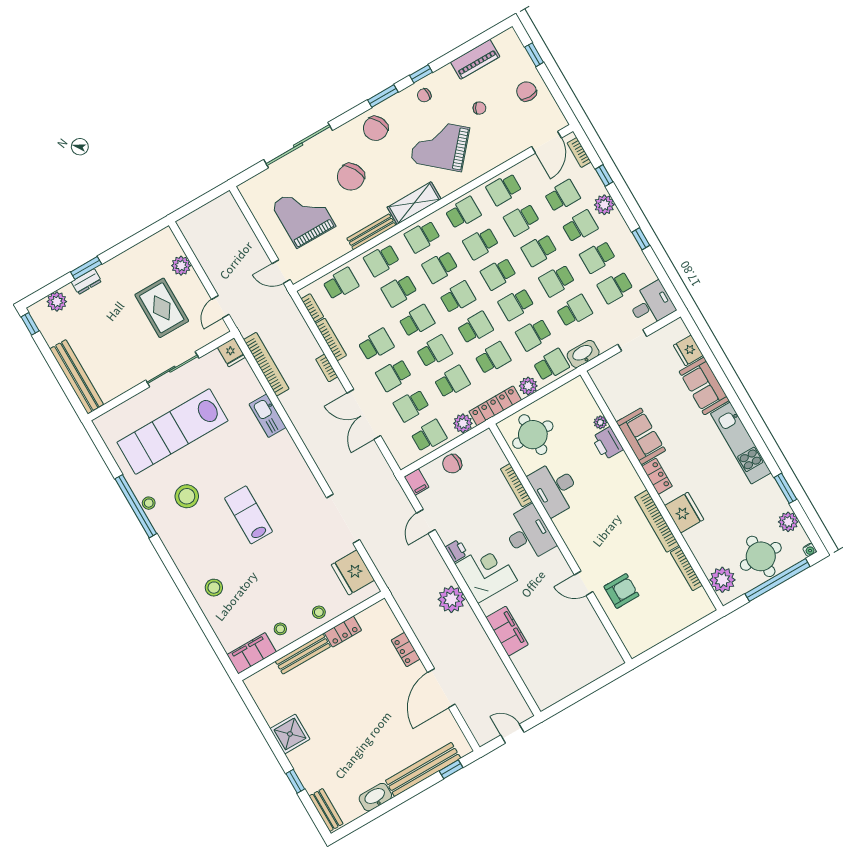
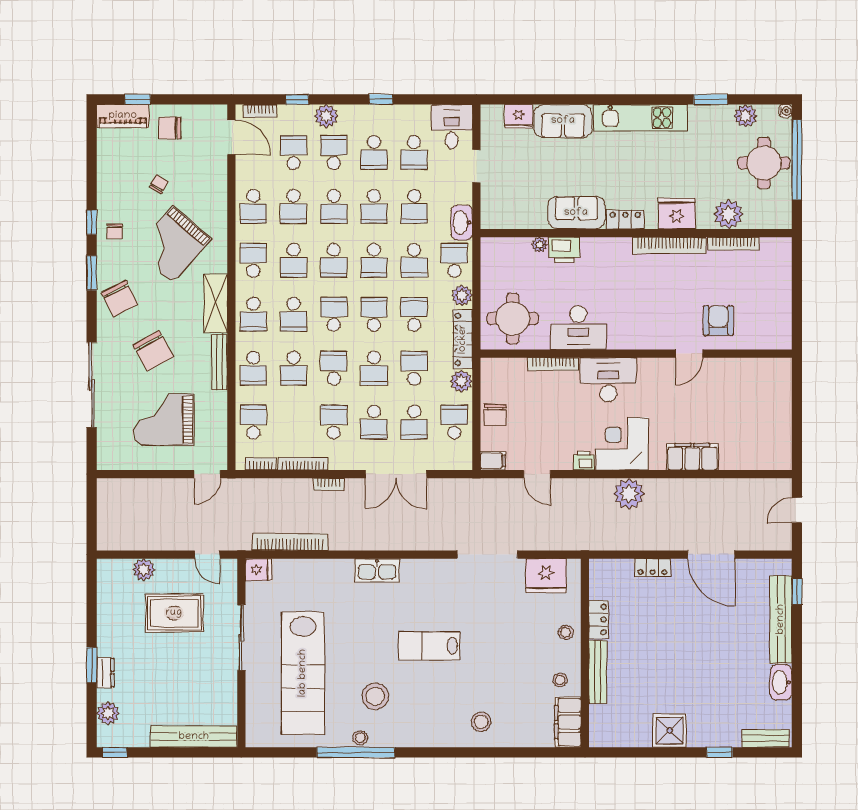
piano: (475, 59) -> (123, 116), moved, turned 90
school desk: (574, 311) -> (414, 206), turned 180
school desk: (434, 351) -> (374, 368), turned 180
kitchen sink: (267, 416) -> (377, 570), moved
plant: (722, 580) -> (729, 214), moved

